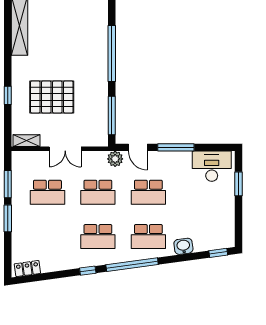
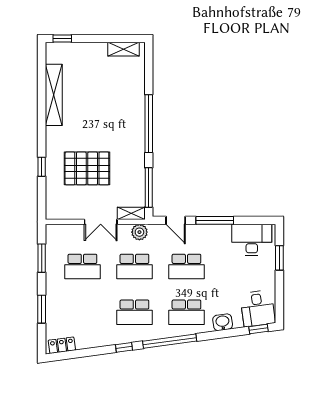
shelving: (26, 141) -> (131, 213), moved
plant: (115, 159) -> (139, 232), moved
window: (8, 218) -> (42, 309), moved
desk: (217, 233) -> (258, 308), added

